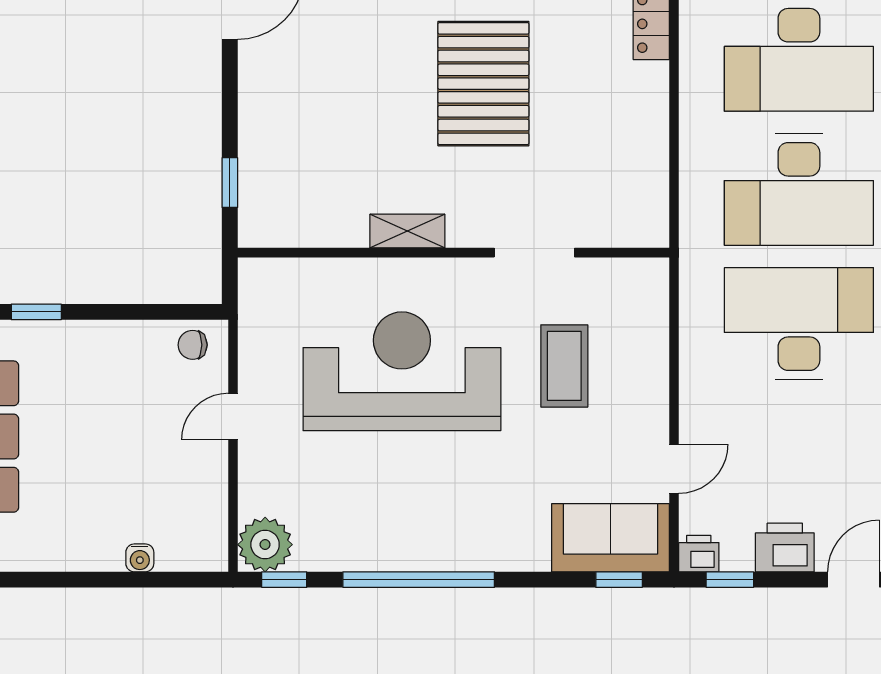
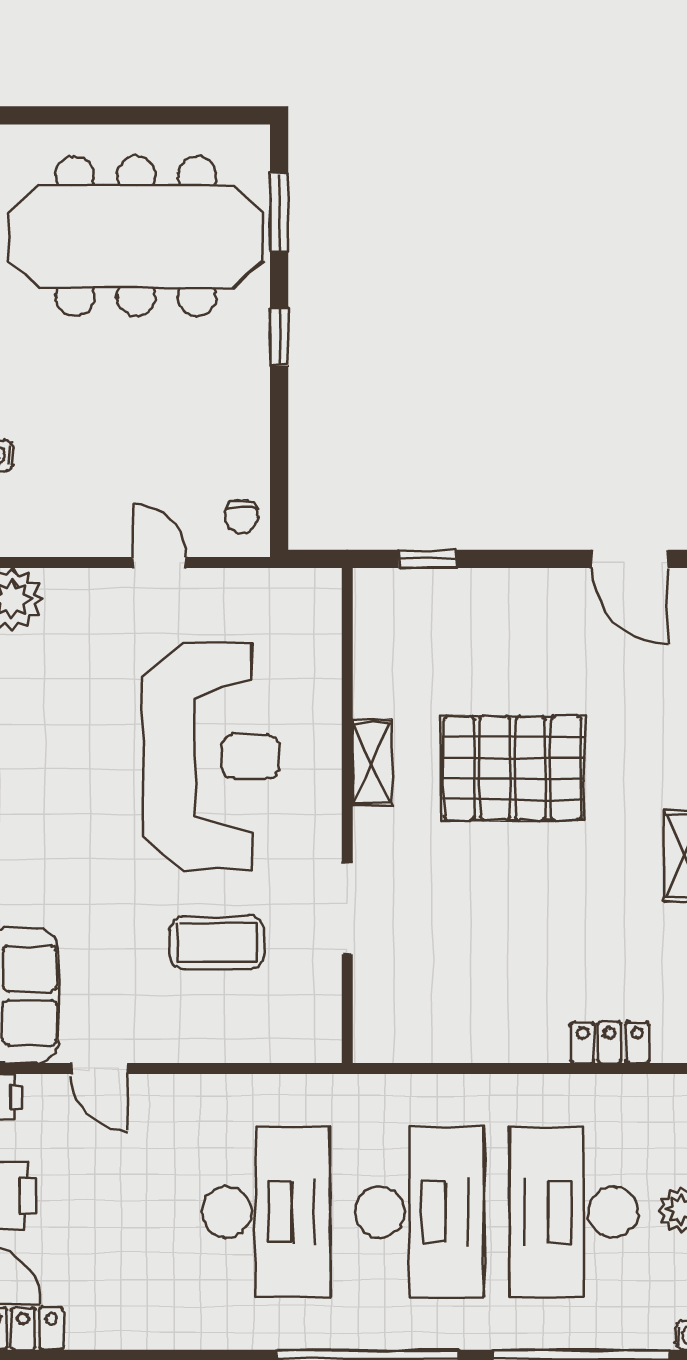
pallet: (483, 84) -> (513, 768), moved
desk: (799, 189) -> (420, 1212), turned 180
chair: (193, 345) -> (241, 516), turned 180

